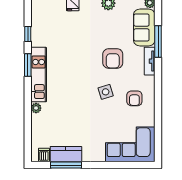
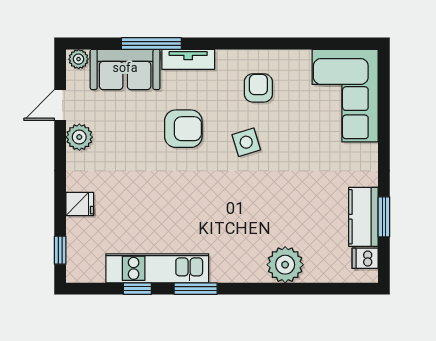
kitchen unit: (39, 75) -> (157, 268), moved
armchair: (134, 98) -> (258, 88), turned -90
plant: (36, 108) -> (285, 265), width x1.88, depth x1.88
window: (66, 165) -> (384, 217), width x0.69

